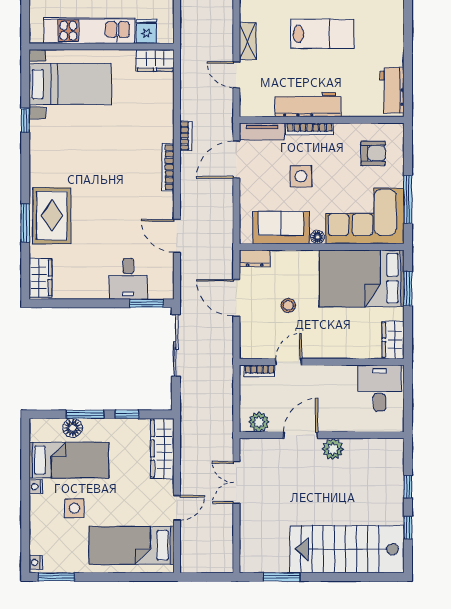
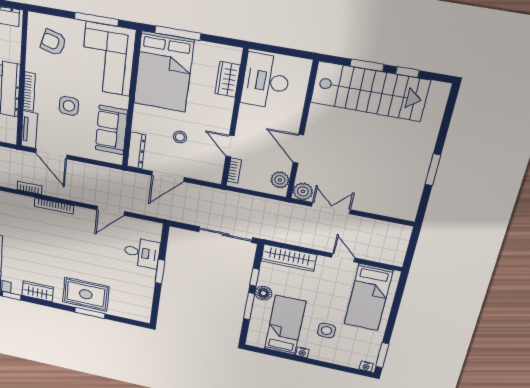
armchair: (373, 153) -> (53, 42), turned -75
floor lamp: (318, 237) -> (123, 102), removed
dresser: (255, 258) -> (136, 151), width x1.44
wardrobe: (41, 278) -> (38, 291), moved
window: (408, 289) -> (178, 33), width x1.44
window: (147, 303) -> (160, 272), moved
wardrobe: (393, 340) -> (228, 79), moved, turned 90
sliding door: (176, 345) -> (226, 235), moved
desk: (380, 388) -> (266, 81), width x1.37
floor lamp: (73, 428) -> (263, 293), moved
plant: (333, 449) -> (303, 191), moved
double door: (236, 483) -> (331, 208), swing flipped
window: (408, 487) -> (367, 65), width x1.50
stairs: (347, 549) -> (370, 91), moved, turned -90
window: (281, 577) -> (433, 170), moved

